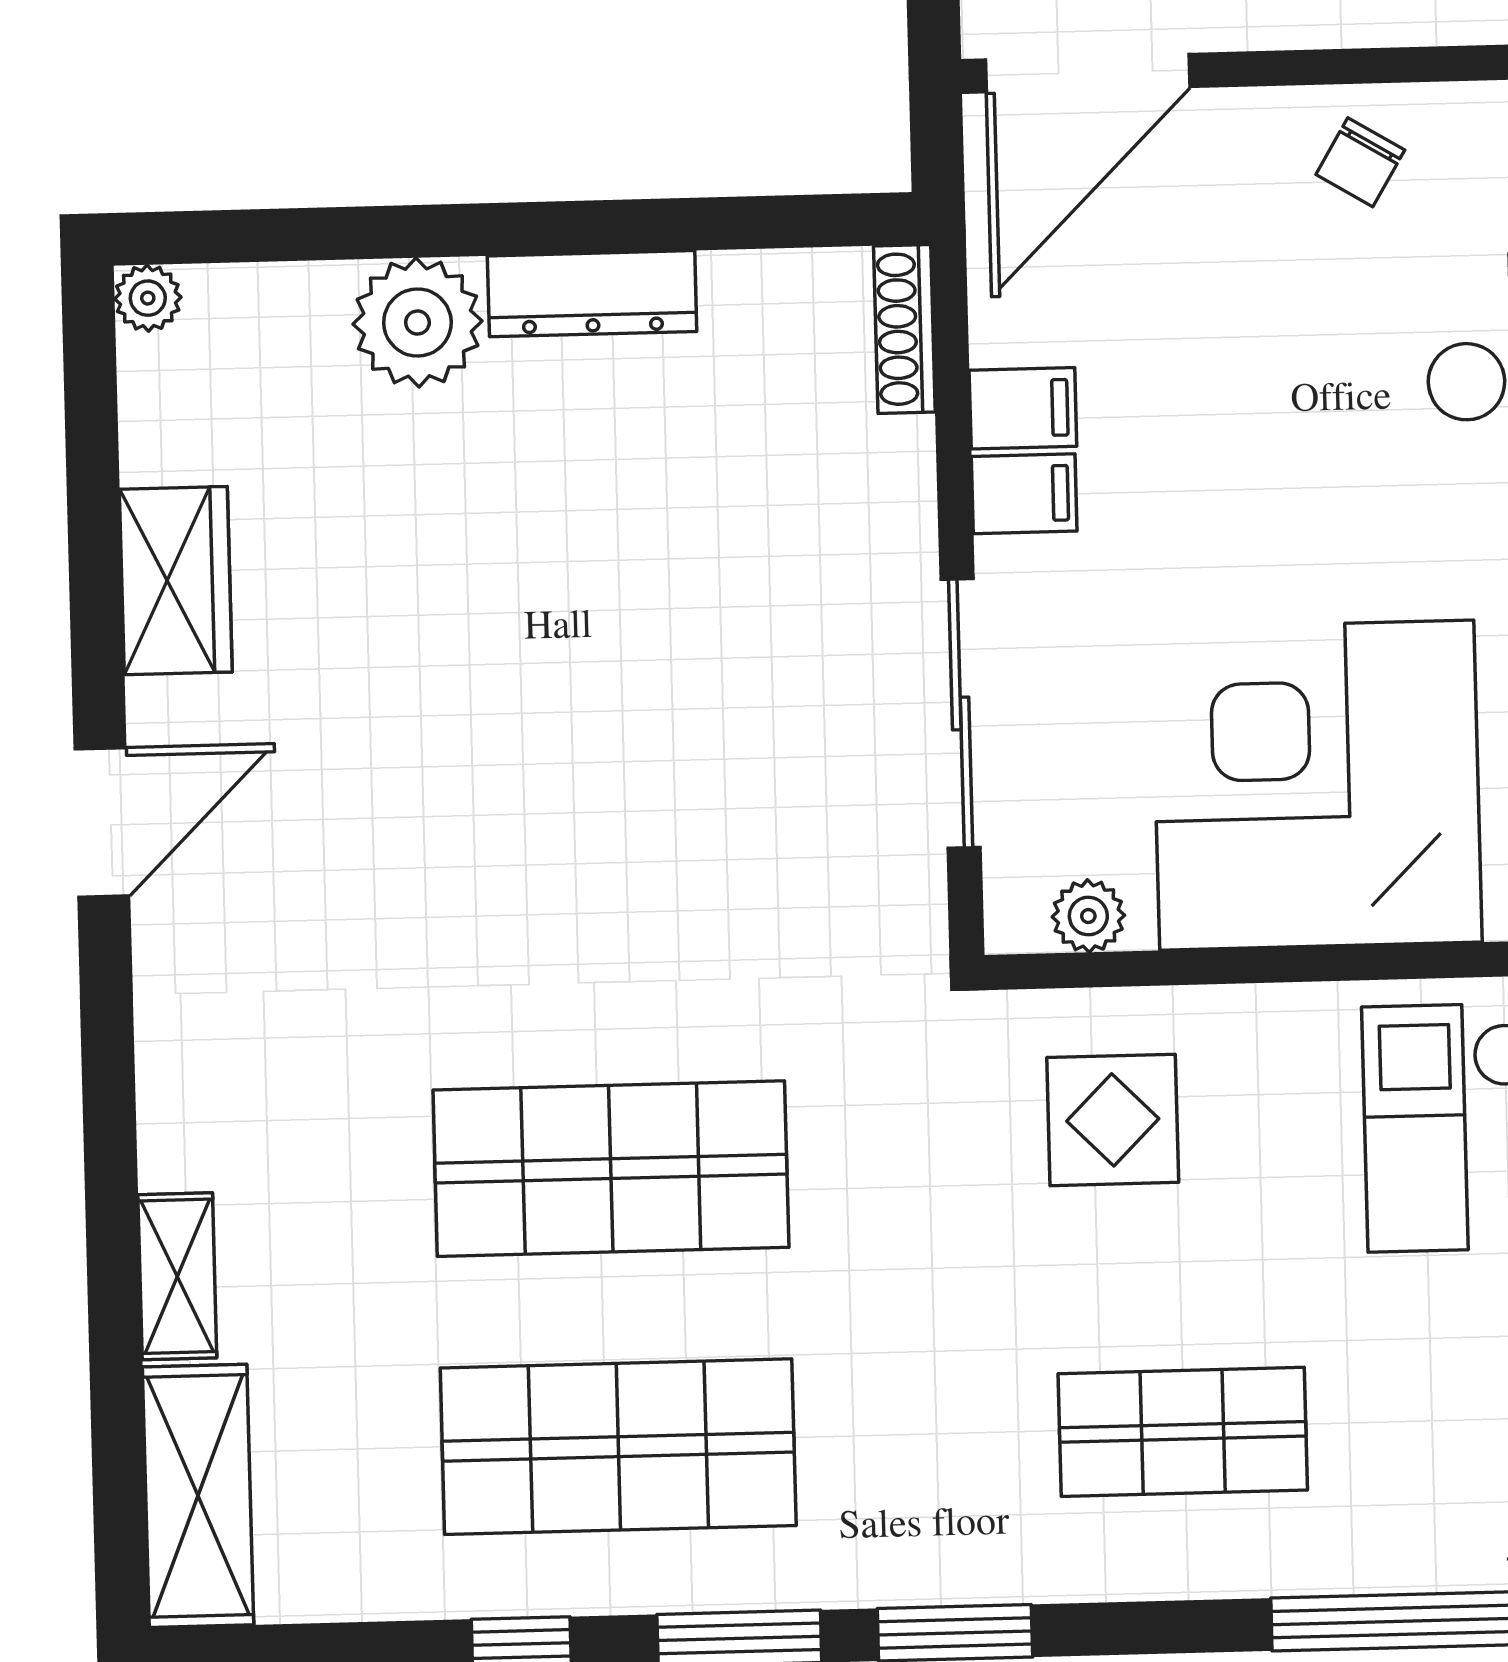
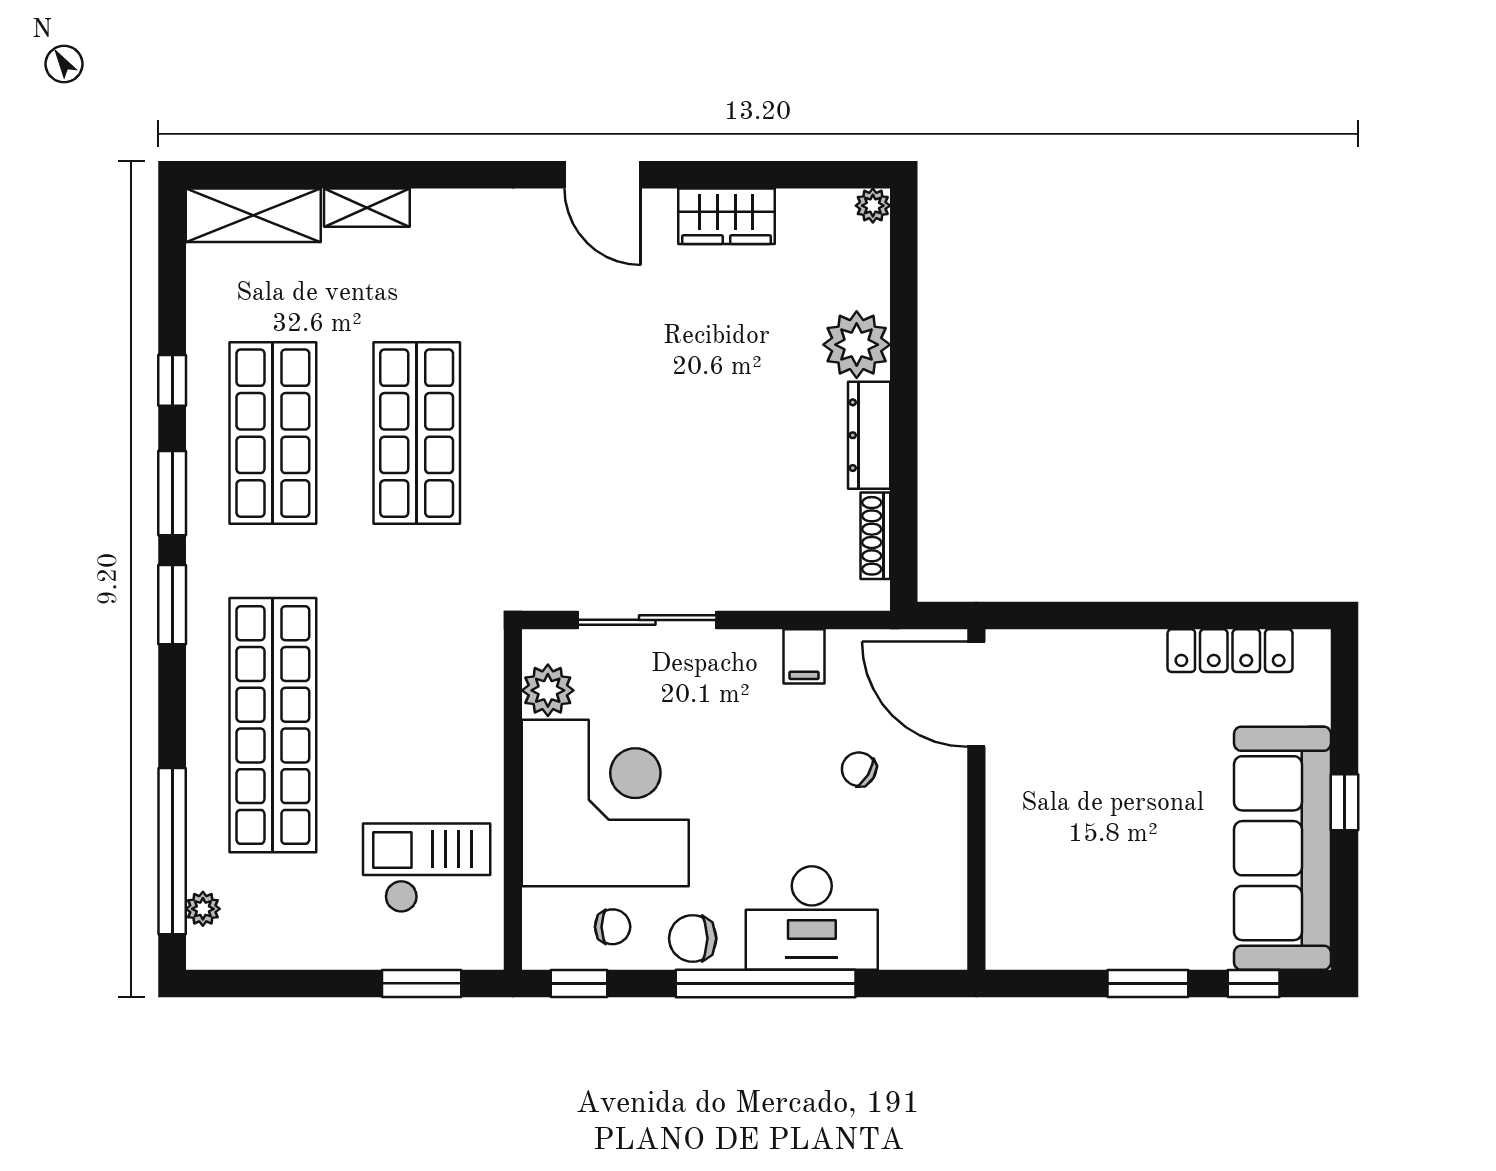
chair: (1360, 162) -> (859, 769), moved
shoe rack: (904, 329) -> (875, 536), moved, turned -90
filing cabinet: (1024, 494) -> (760, 656), removed
plant: (1088, 916) -> (548, 690), width x1.38, depth x1.38
display table: (1113, 1120) -> (435, 693), removed
shop shelf: (1183, 1432) -> (273, 725), width x2.00, depth x1.36

